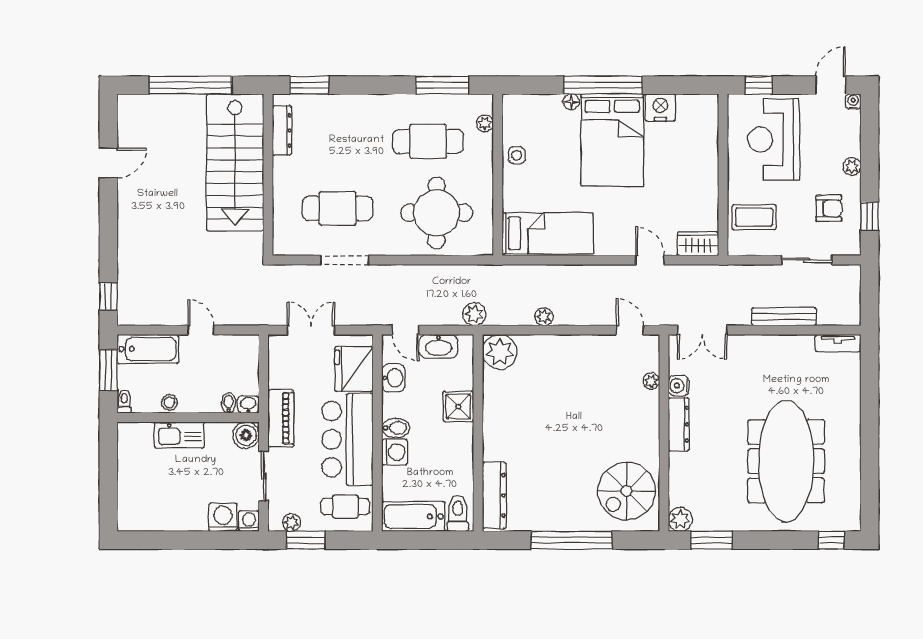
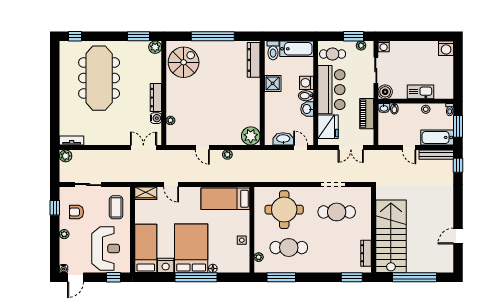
bed: (698, 140) -> (146, 248), added
coffee table: (754, 217) -> (116, 207), turned 90
plant: (474, 314) -> (66, 156), moved
bench: (784, 317) -> (436, 155), moved
door: (630, 330) -> (202, 147), moved
washbasin: (393, 378) -> (307, 109), moved
shower: (458, 407) -> (273, 83), moved
piano: (281, 418) -> (367, 114), moved
washing machine: (223, 517) -> (446, 48), moved

